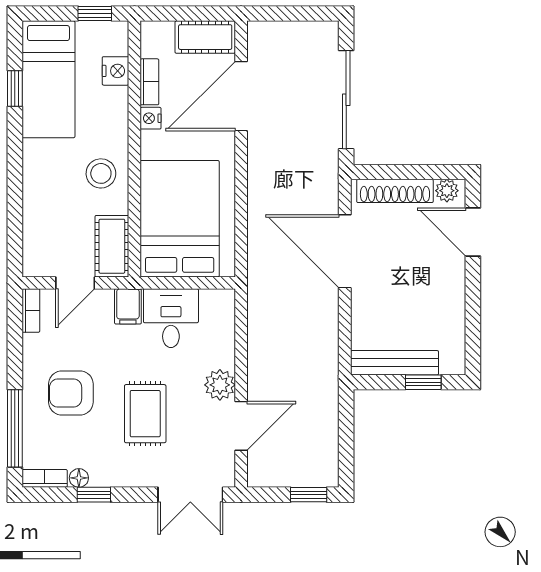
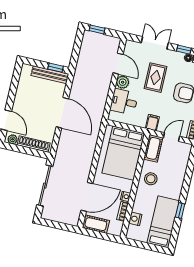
window: (95, 14) -> (138, 244), removed
window: (15, 89) -> (180, 210), moved
door: (345, 251) -> (62, 113), moved
desk: (171, 318) -> (124, 102), moved, turned 90
window: (423, 382) -> (56, 68), moved
door: (241, 426) -> (118, 64), swing flipped
double door: (190, 495) -> (155, 43), moved

